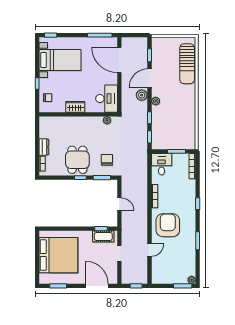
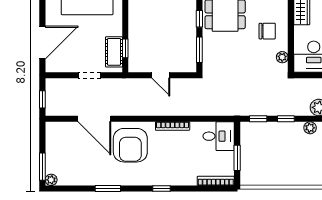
chair: (107, 160) -> (267, 31), moved
door: (119, 204) -> (161, 75), hinge flipped
armchair: (168, 225) -> (130, 145), turned 90
door: (149, 250) -> (94, 119), width x1.87

